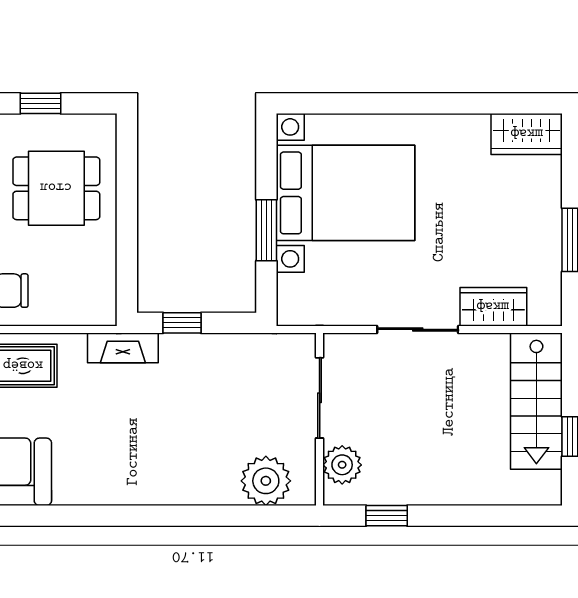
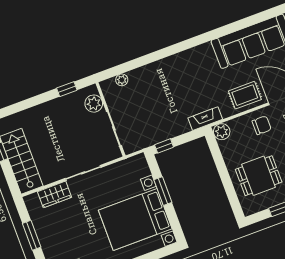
plant: (99, 308) -> (222, 132), added
window: (182, 323) -> (164, 146), moved
plant: (266, 481) -> (122, 80), width x0.53, depth x0.53

